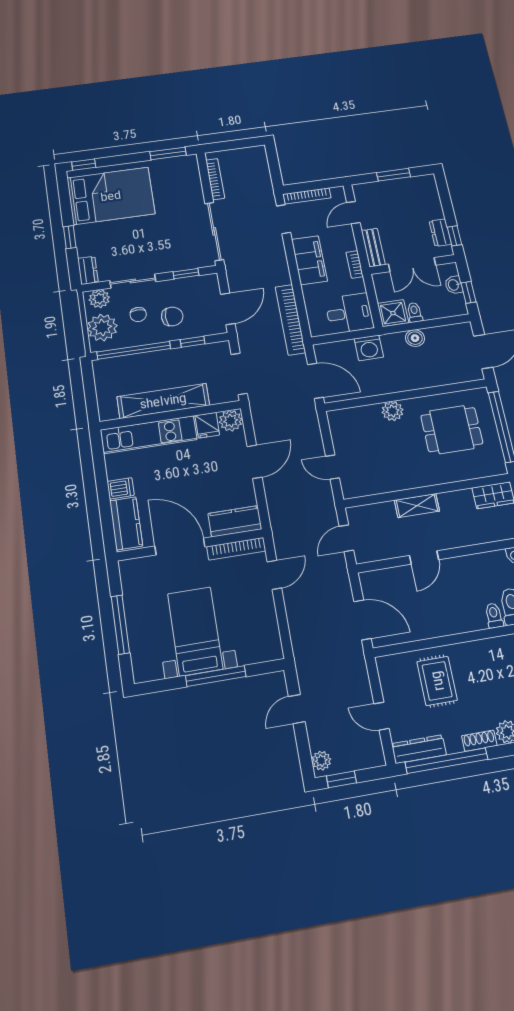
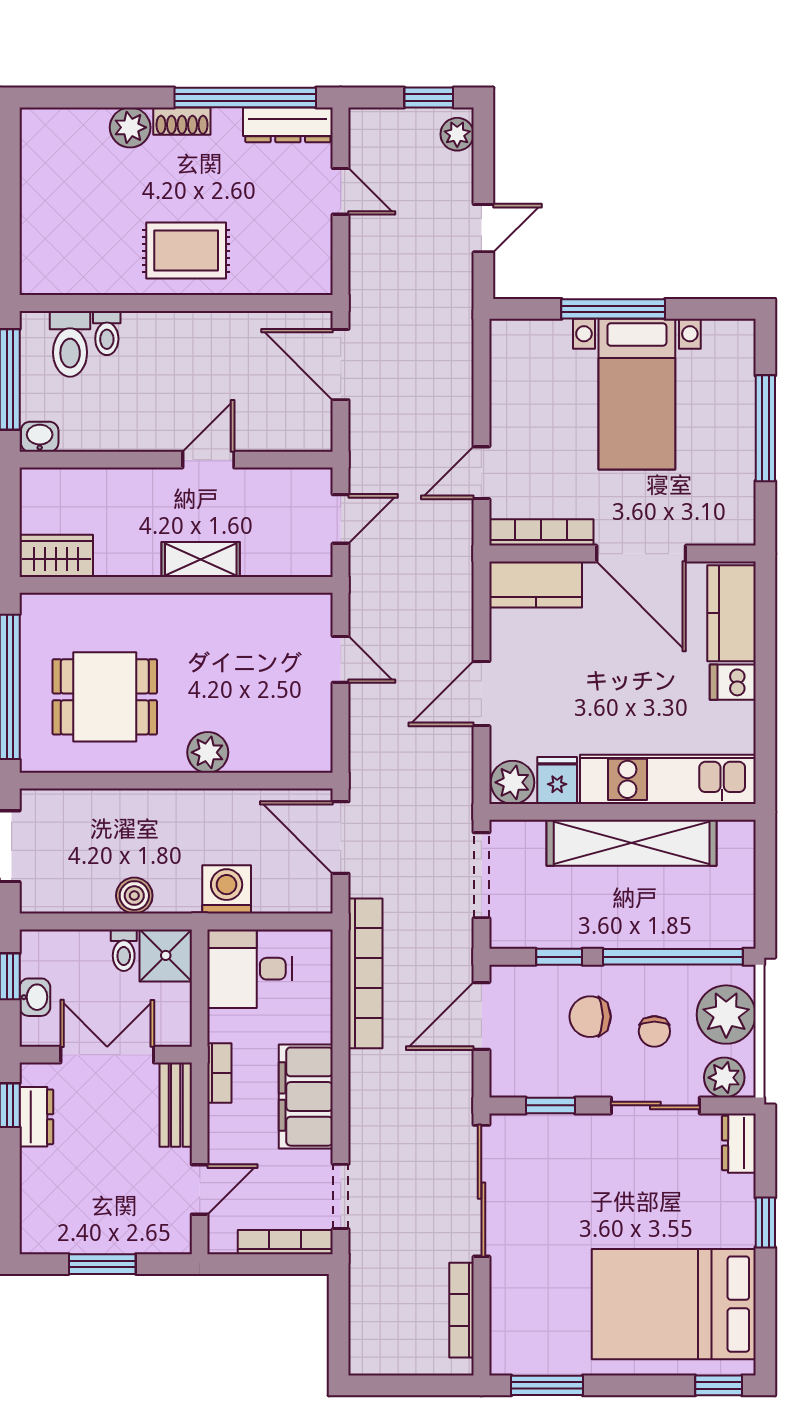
chair: (138, 314) -> (654, 1031), turned 180
rug: (437, 681) -> (186, 251), moved, turned 90

